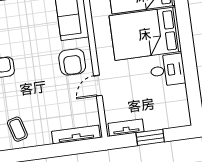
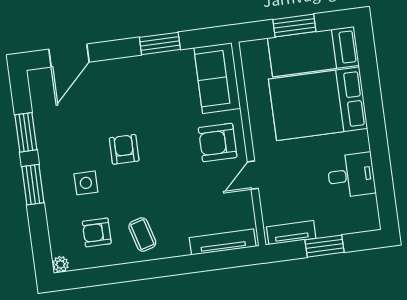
armchair: (72, 62) -> (218, 142), turned 90
desk: (167, 70) -> (351, 175), moved

